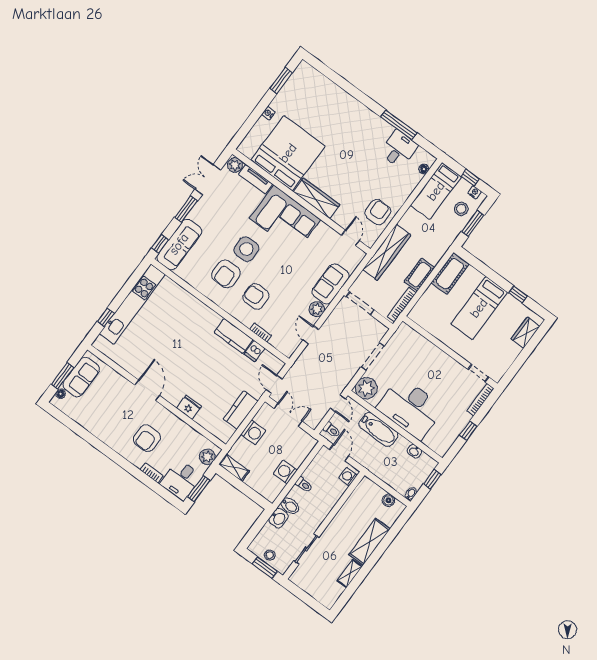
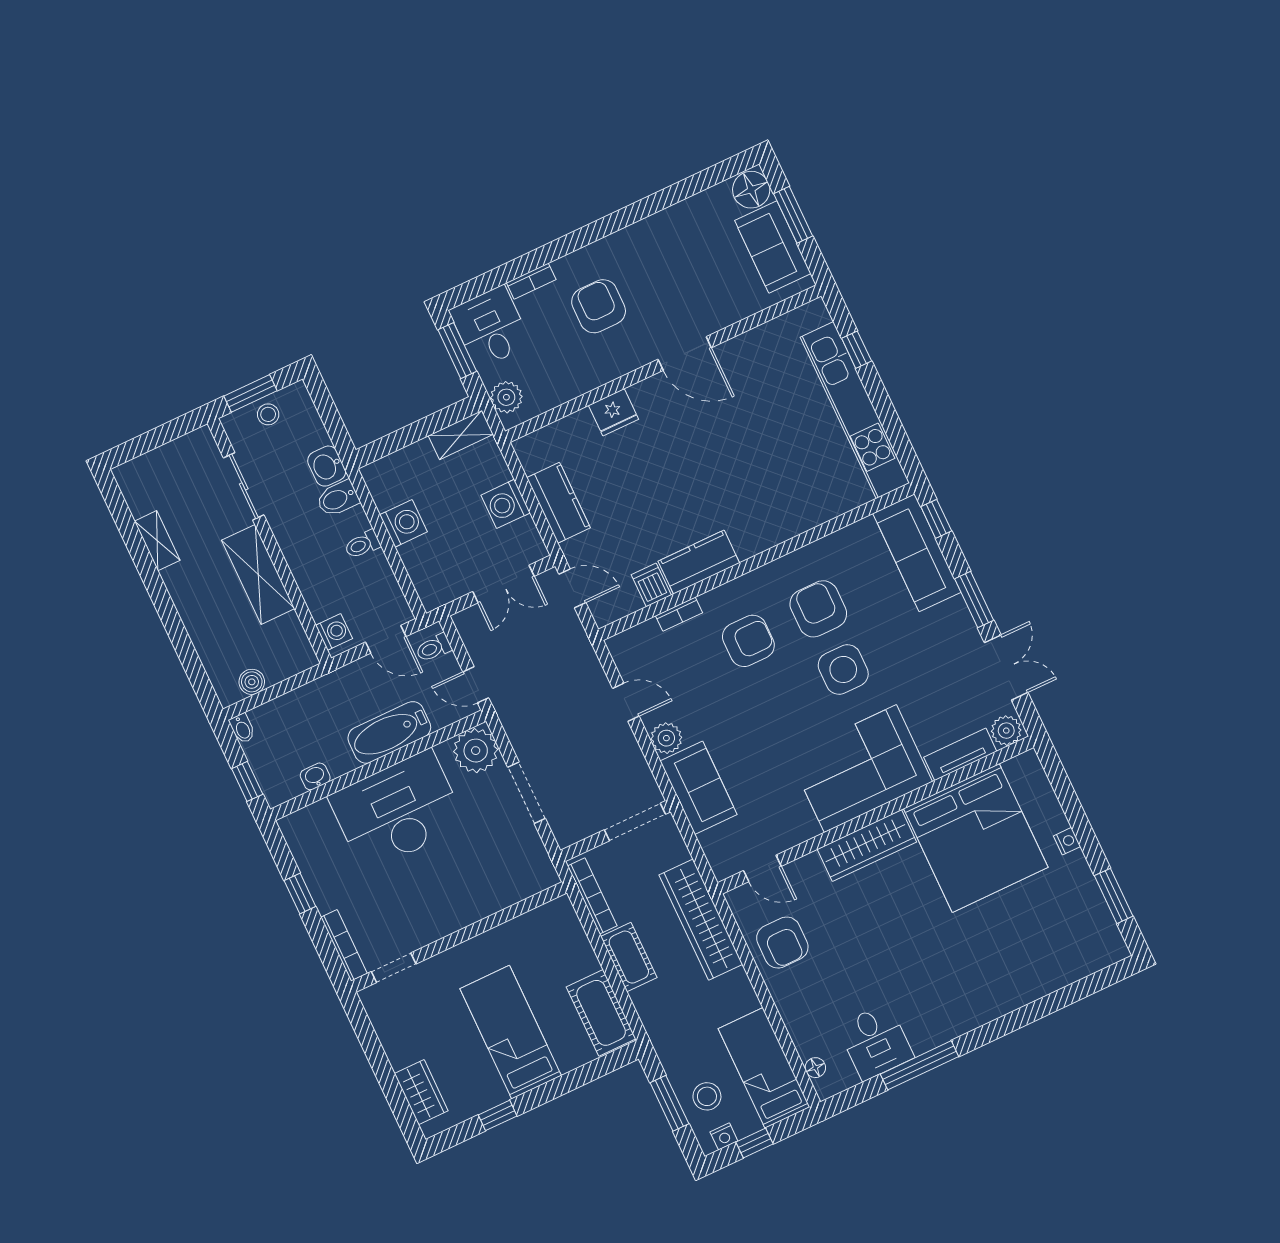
floor lamp: (61, 394) -> (751, 190), width x1.89, depth x1.89
shelving: (369, 542) -> (258, 574), moved

